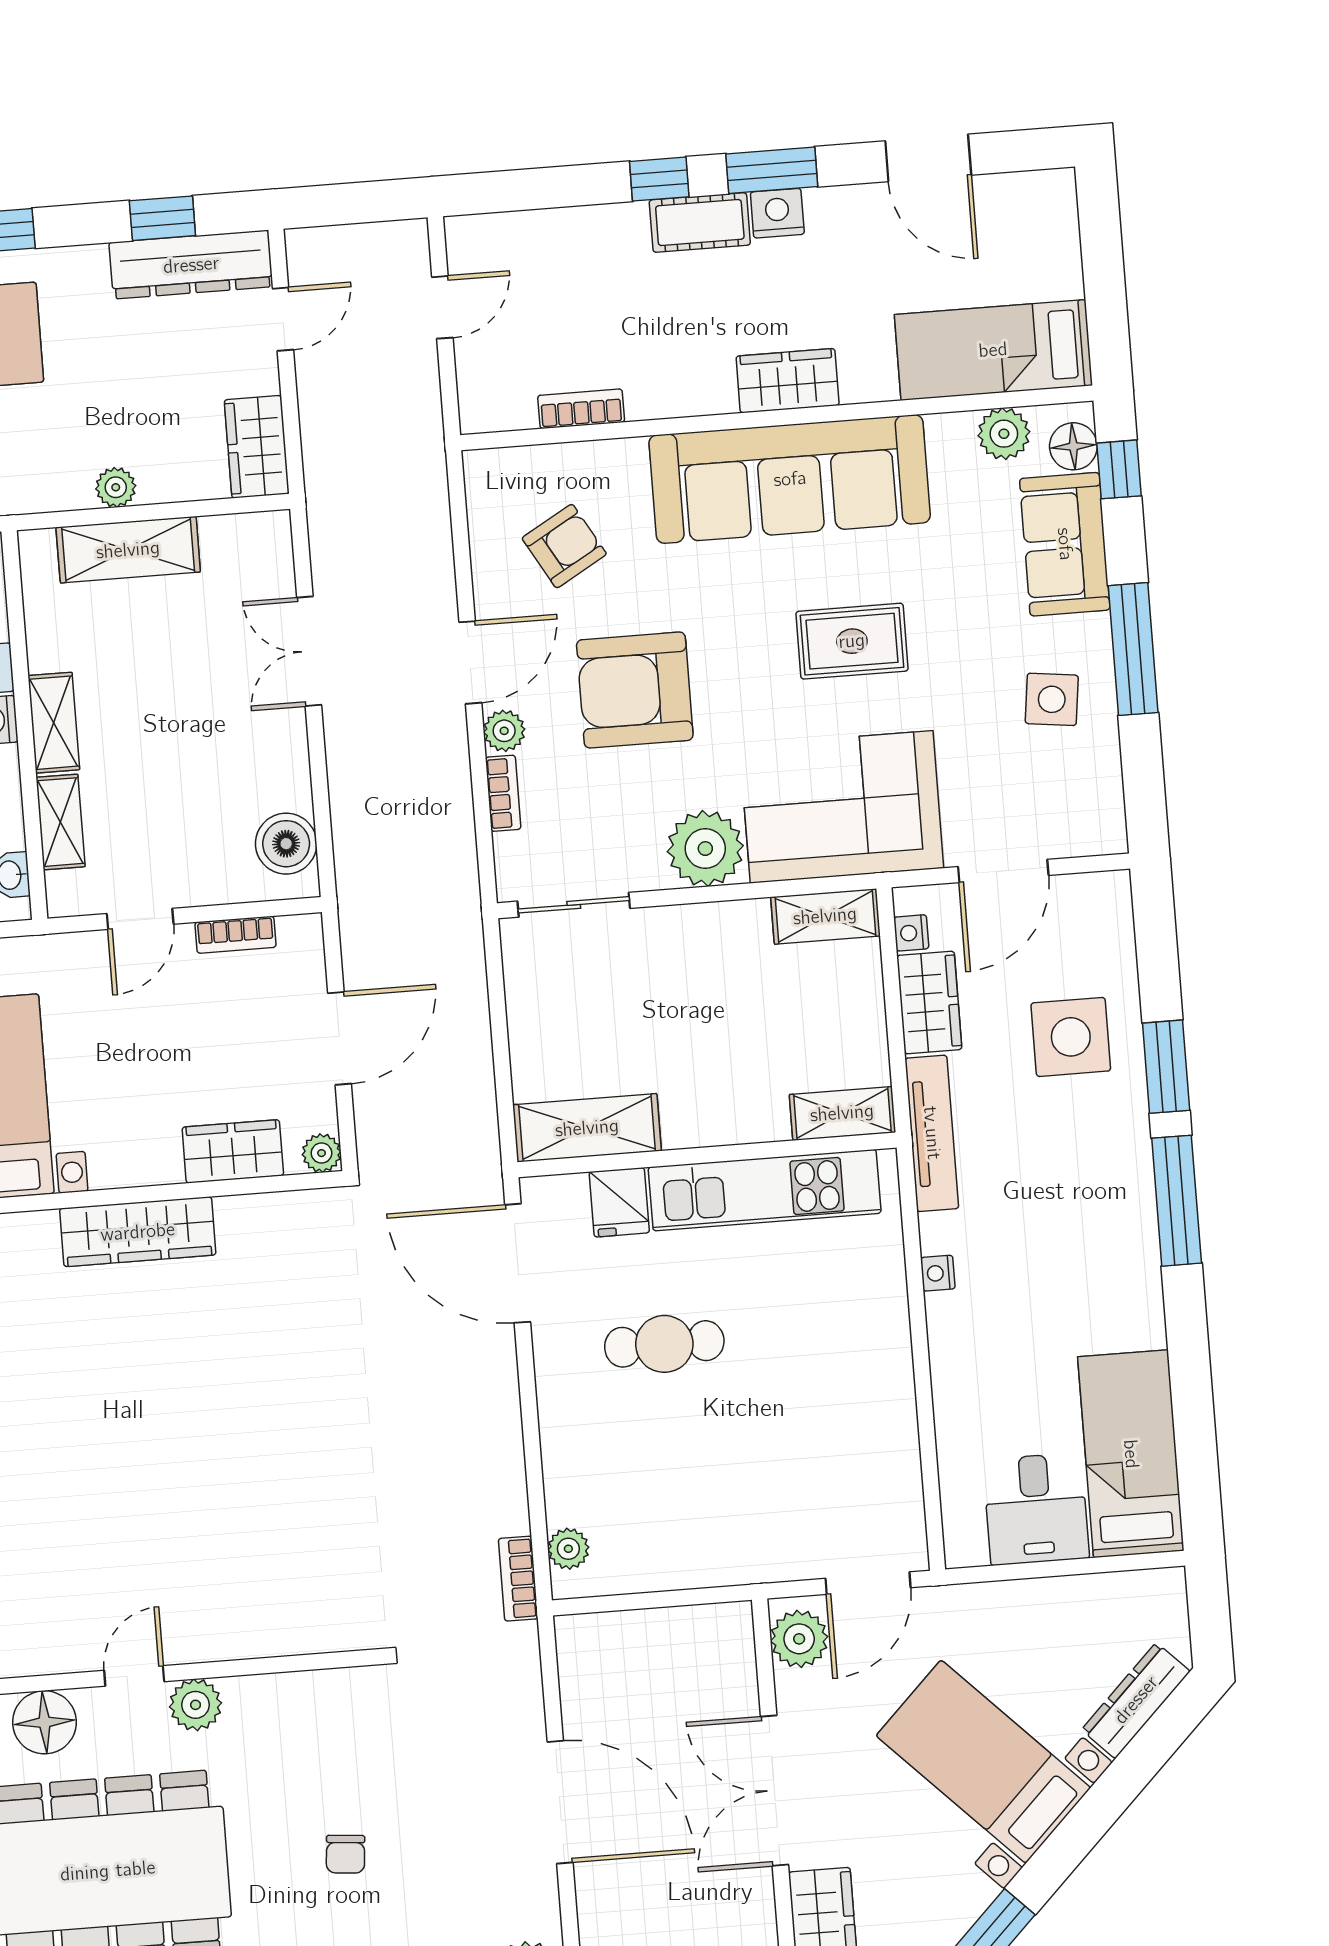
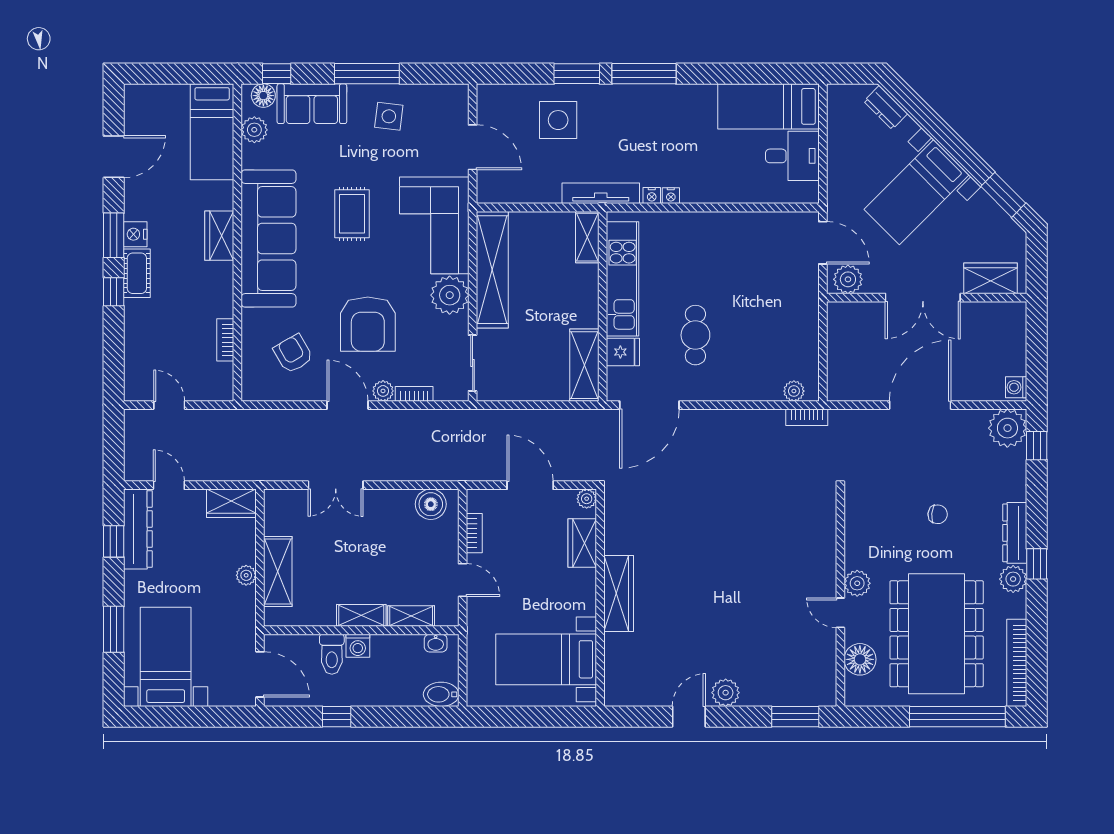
shelving: (825, 916) -> (492, 270), width x2.20, depth x1.33
nightstand: (911, 933) -> (652, 196), moved
wardrobe: (929, 1002) -> (535, 189), removed
dresser: (1136, 1700) -> (886, 107), width x0.70

